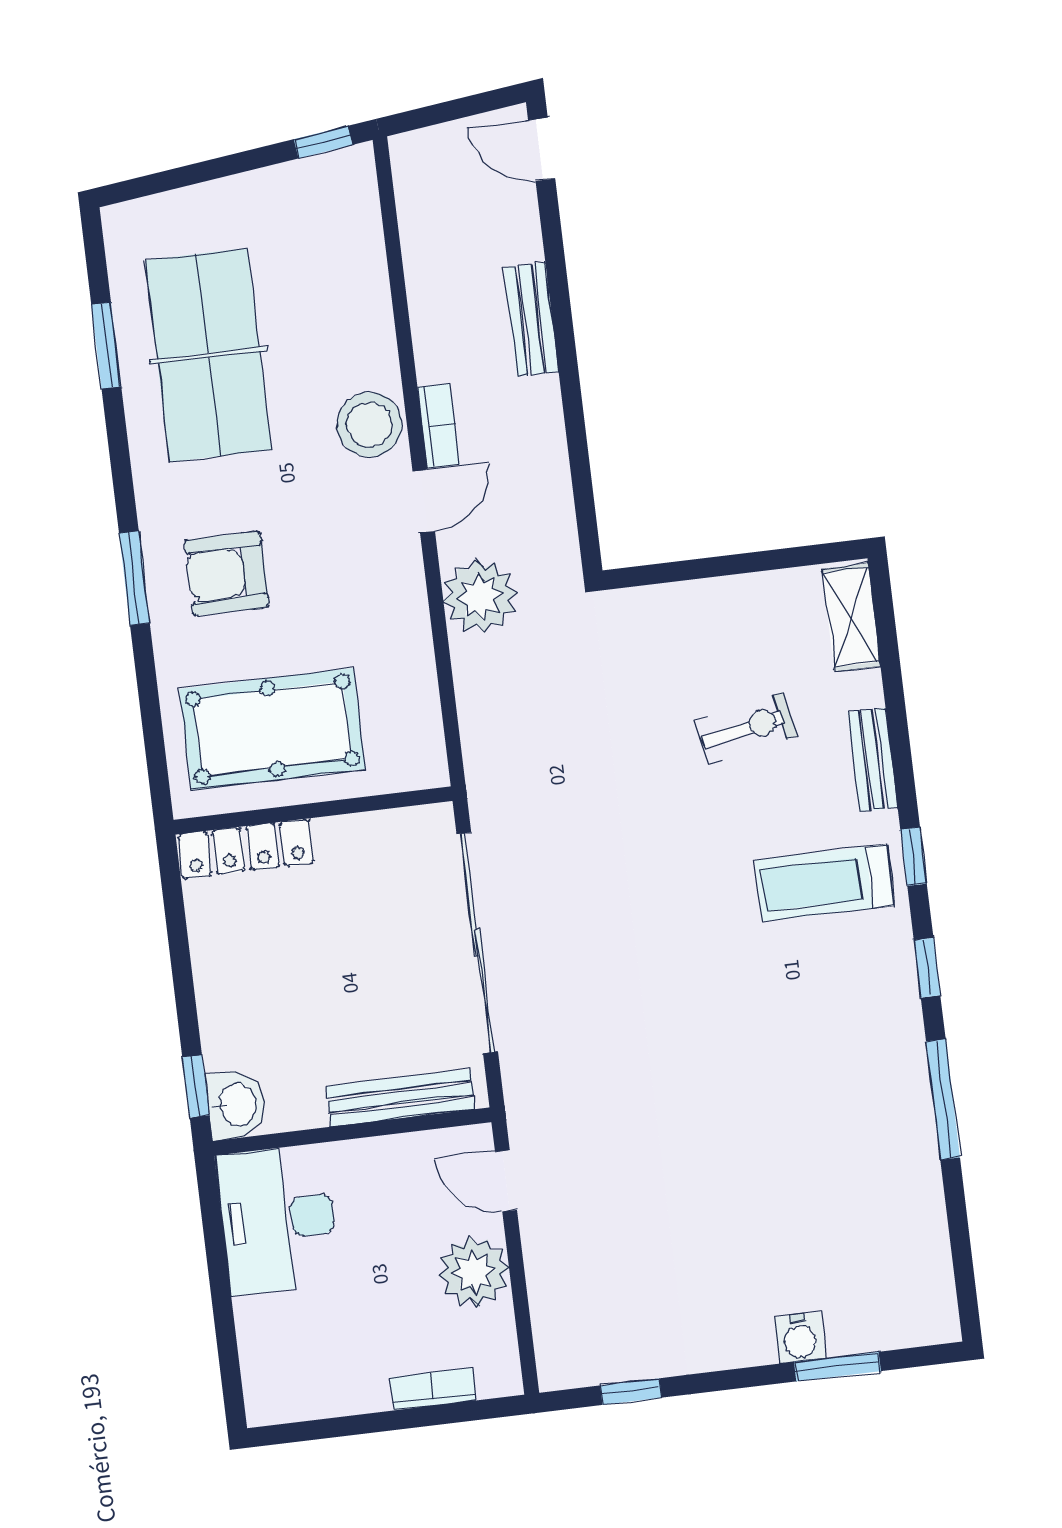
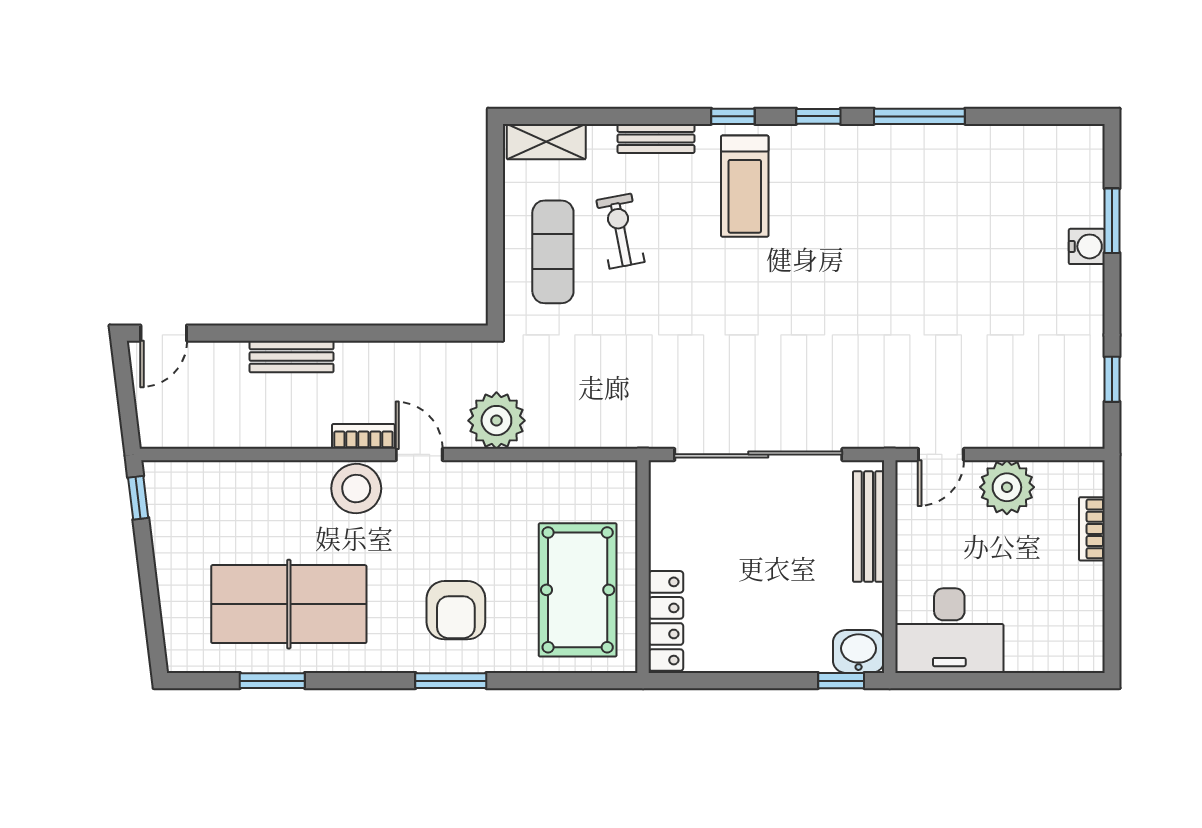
exercise mat: (709, 644) -> (553, 252), added

